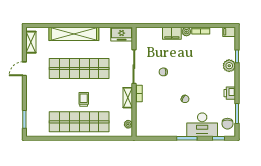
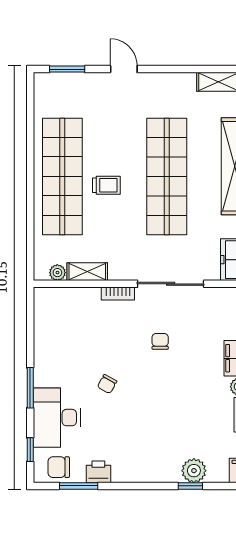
plant: (229, 66) -> (194, 471), moved
door: (24, 69) -> (124, 69), moved
printer: (230, 93) -> (98, 472), moved
shelving: (128, 98) -> (87, 272), moved

